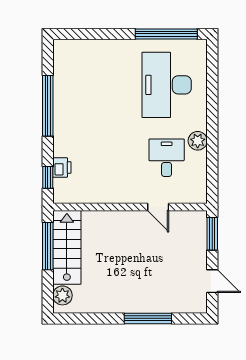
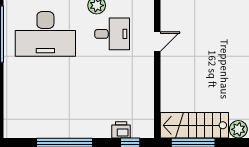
desk: (167, 158) -> (112, 34), turned 180

